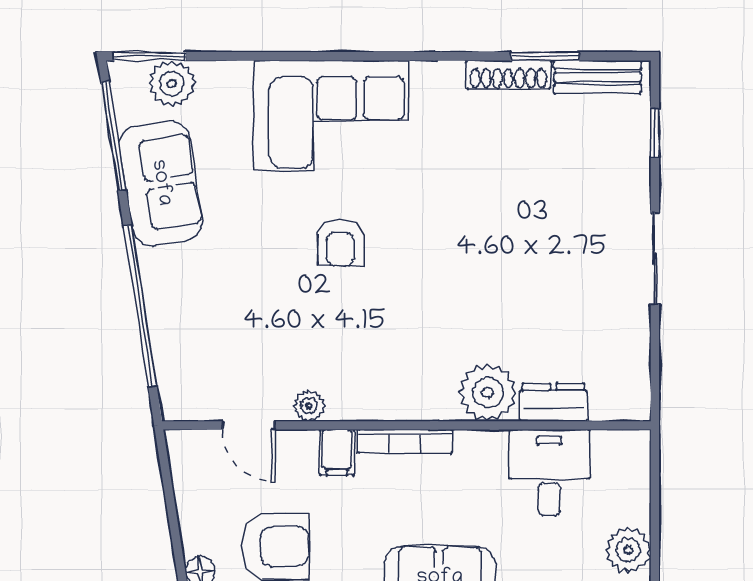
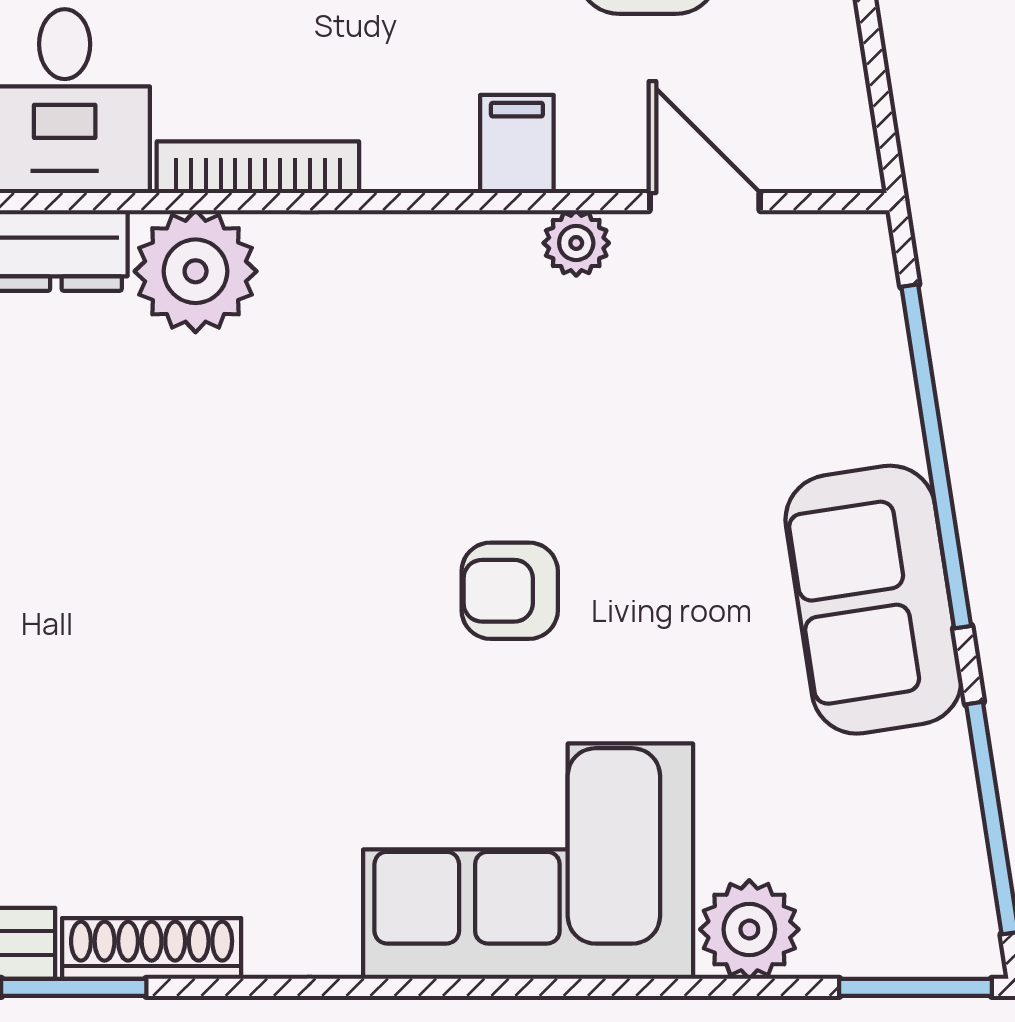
plant: (172, 83) -> (749, 929), moved
sofa: (161, 183) -> (874, 600), moved
armchair: (340, 243) -> (510, 591), turned -90
bookcase: (405, 441) -> (258, 167), moved

